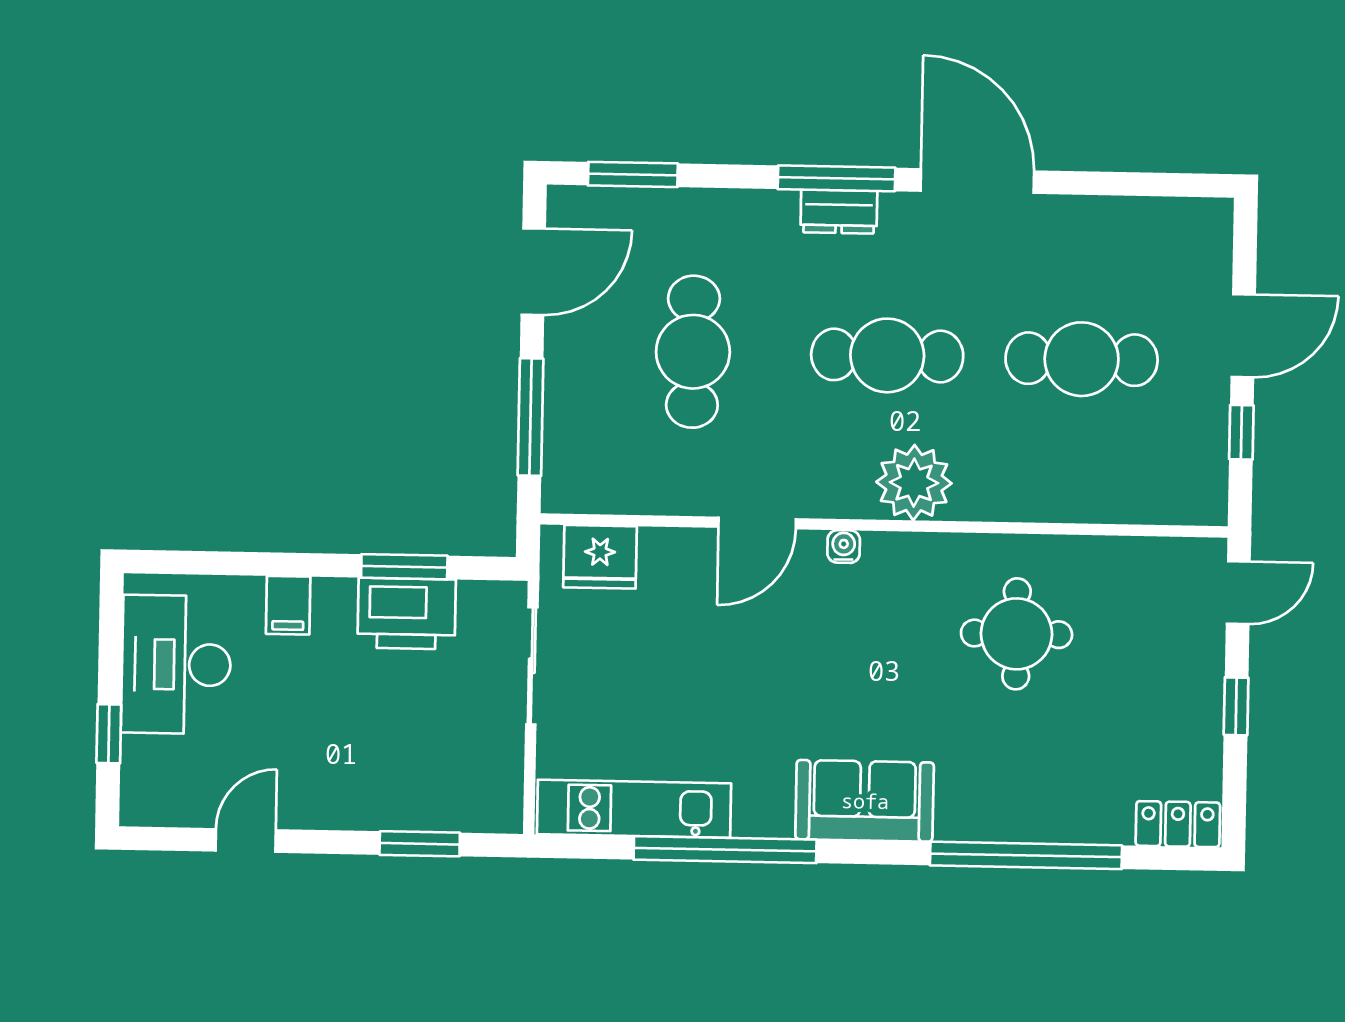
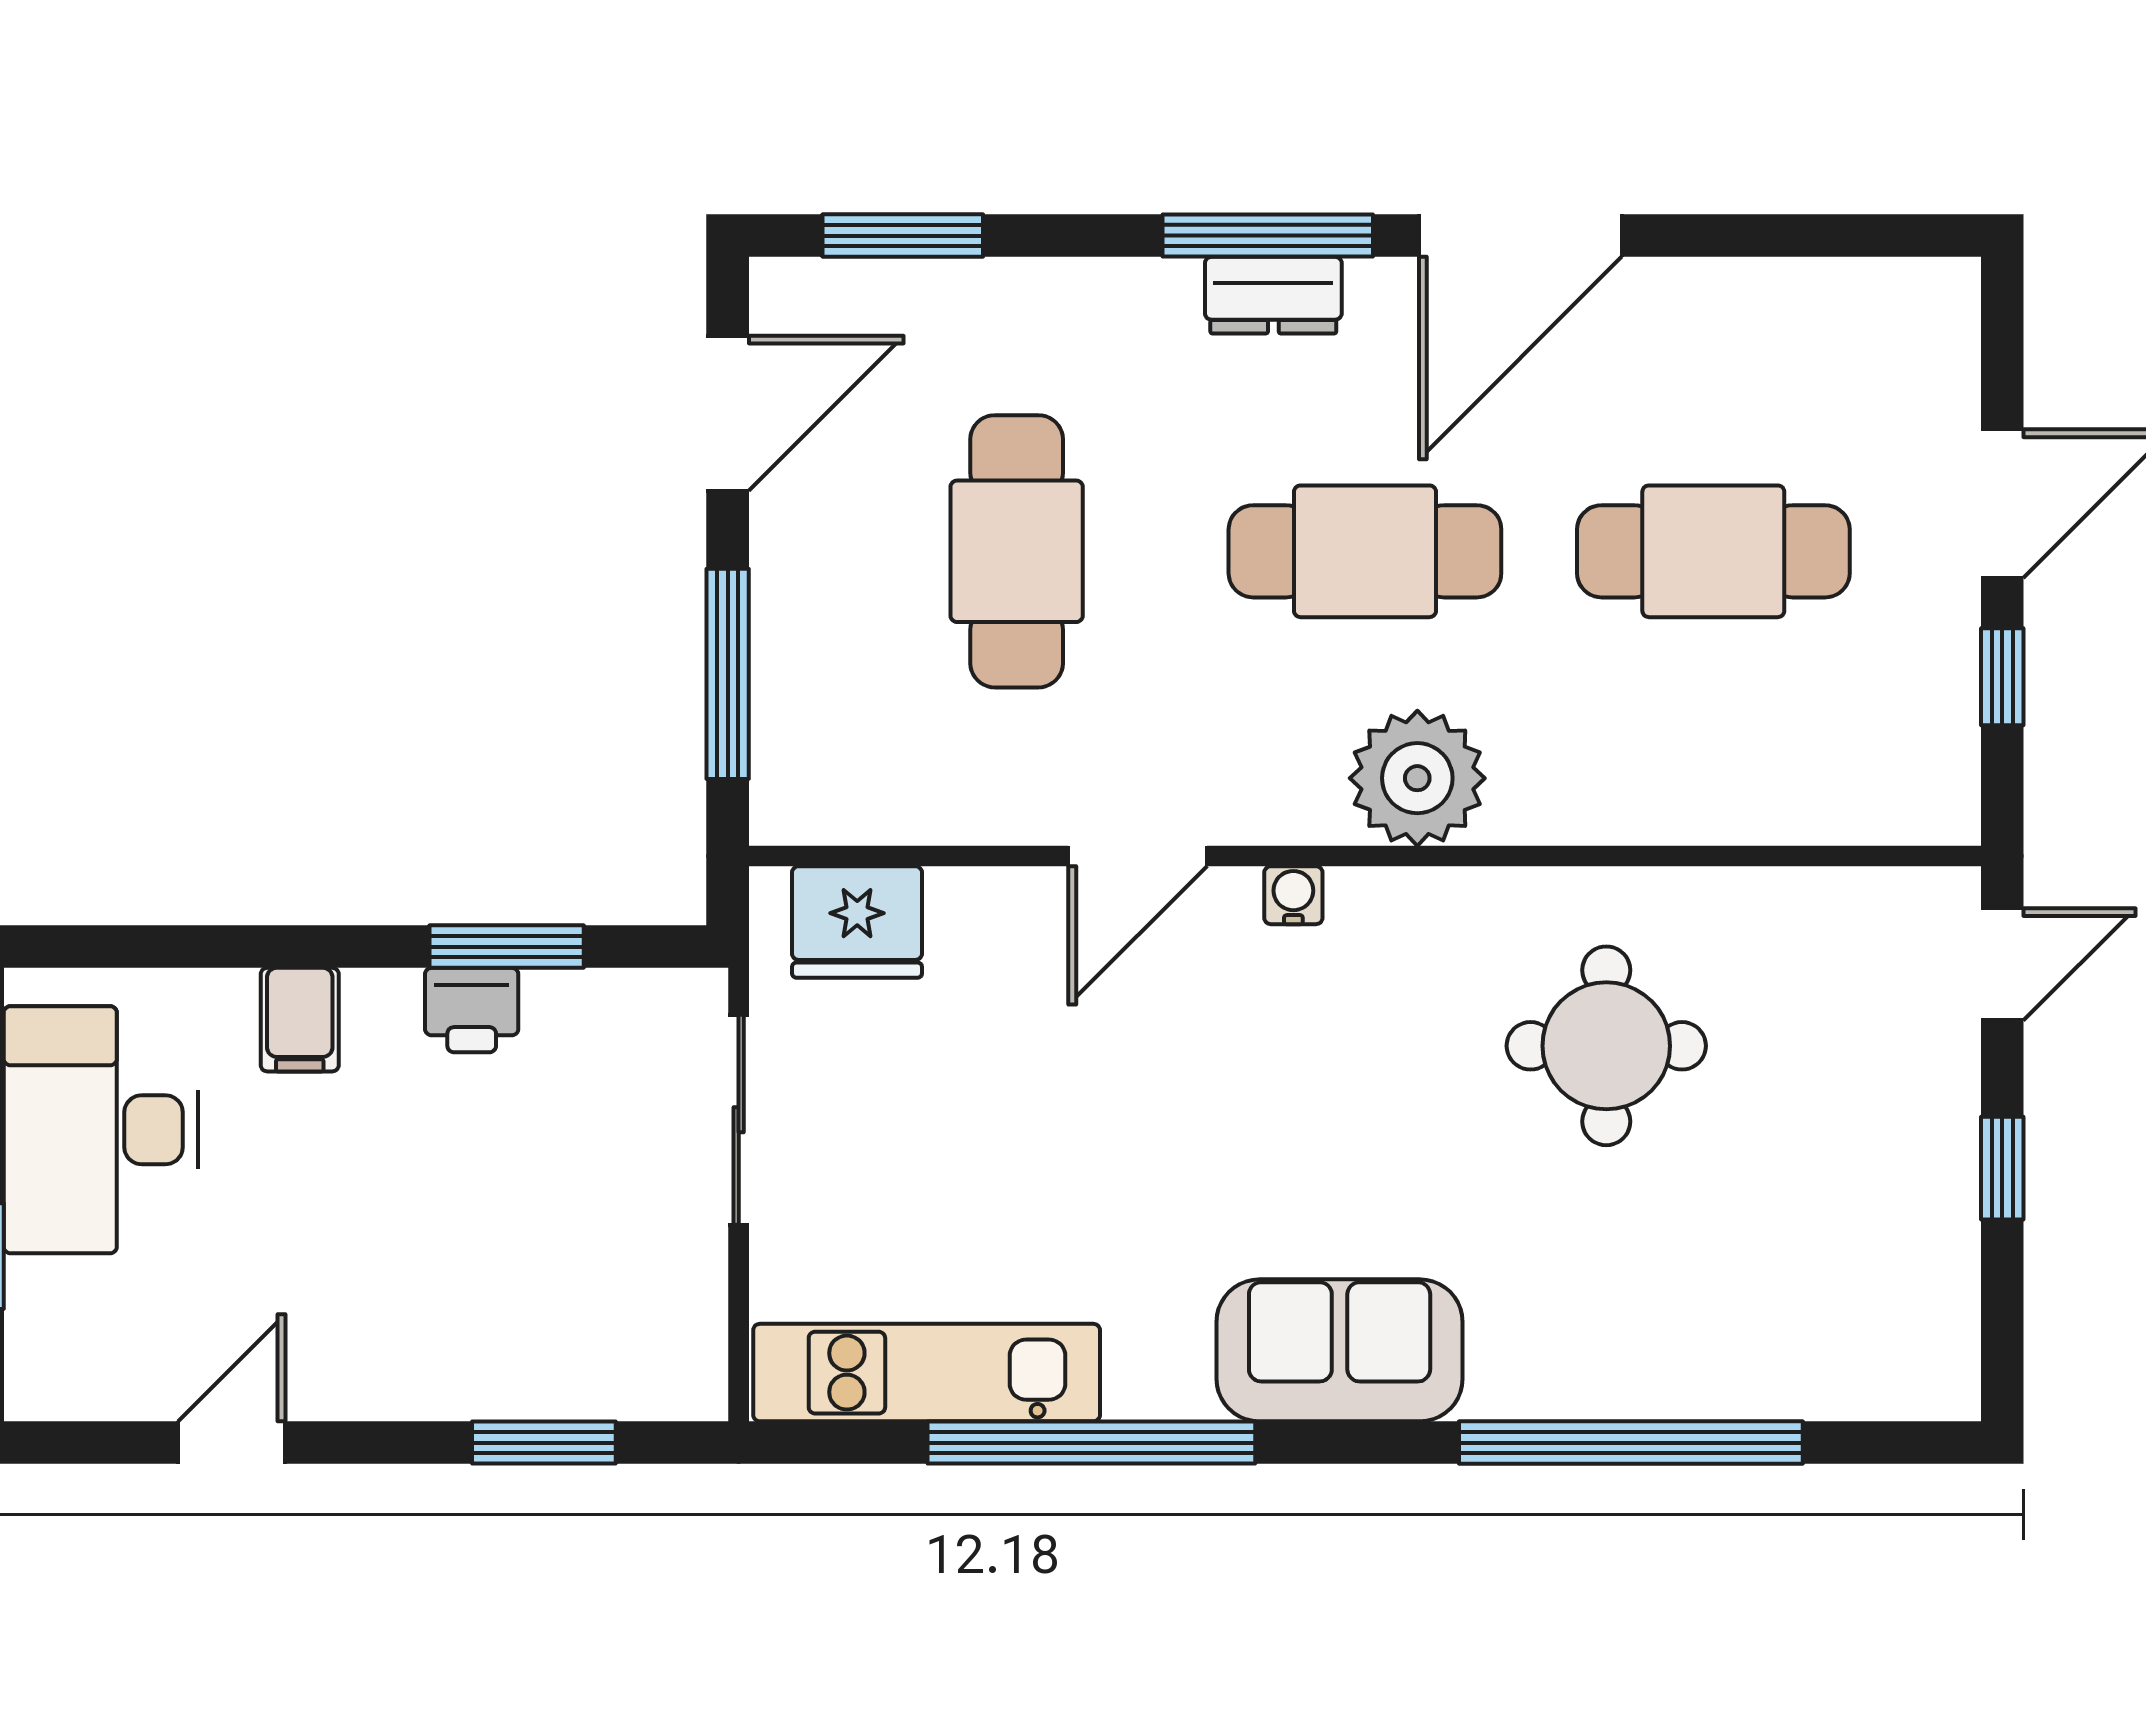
door: (977, 181) -> (1520, 236), swing flipped
printer: (407, 614) -> (472, 1010), width x0.53, depth x0.68
locker: (1178, 824) -> (1902, 1381), removed

